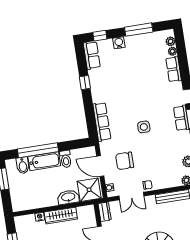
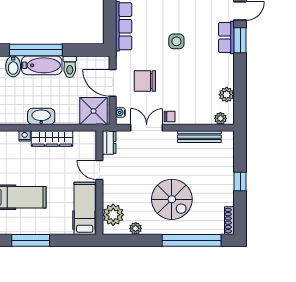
double door: (131, 196) -> (147, 128), swing flipped
washbasin: (68, 197) -> (41, 116), moved

